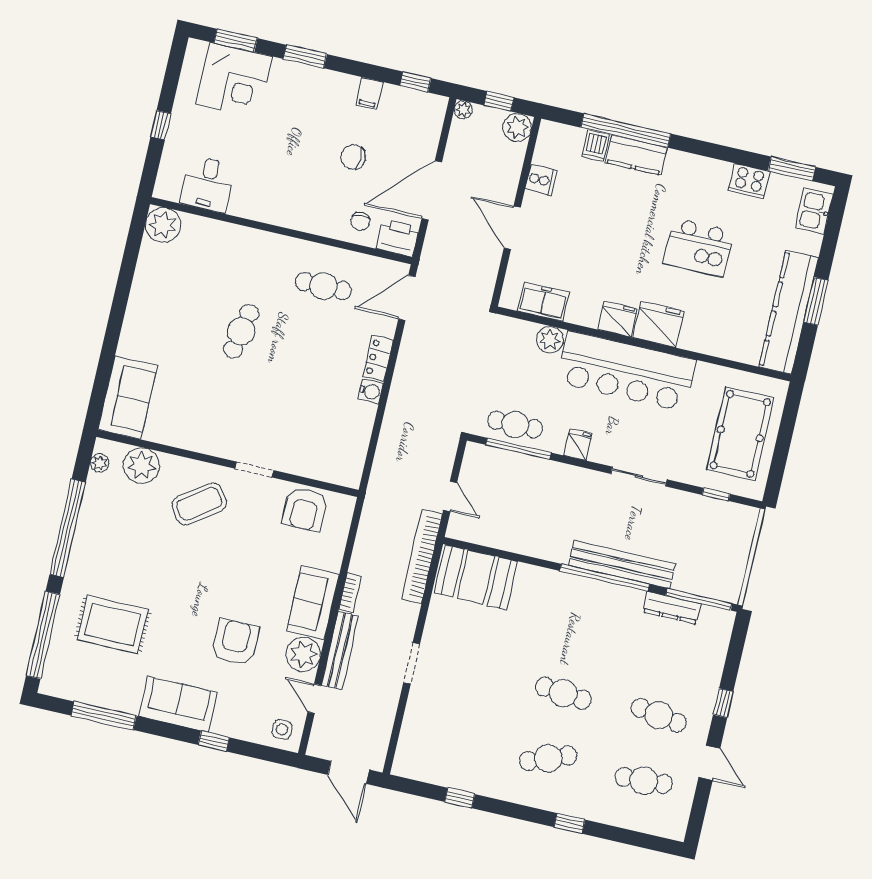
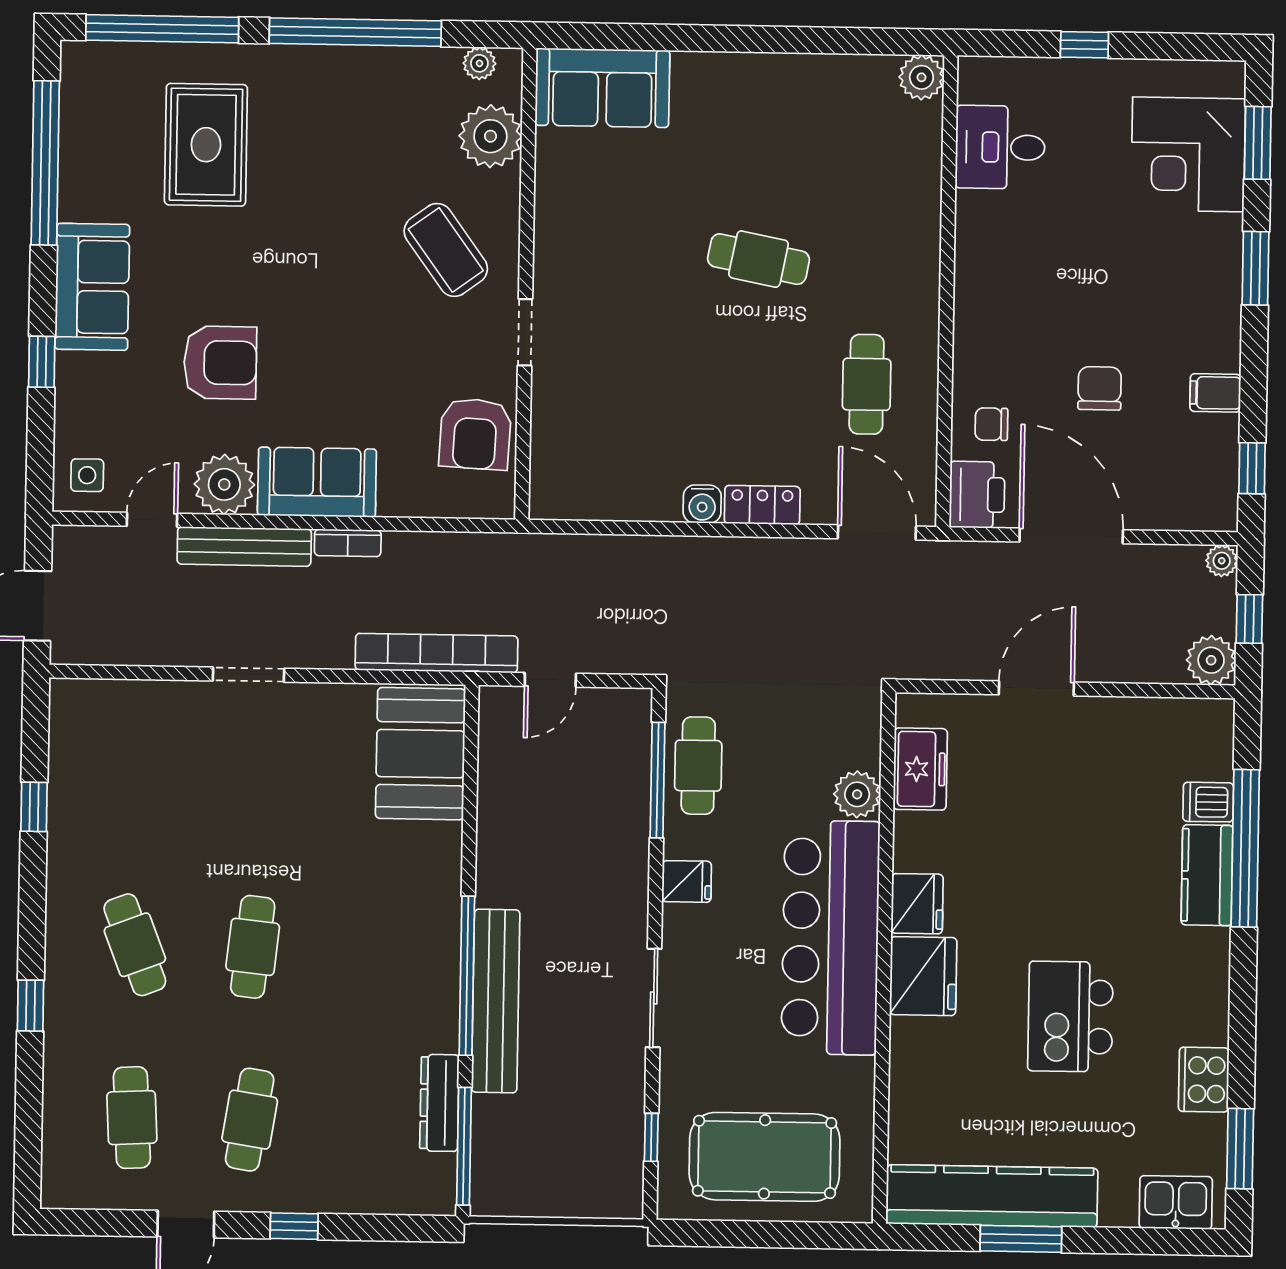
cooker: (541, 180) -> (1129, 720), removed
plant: (163, 225) -> (921, 77), width x0.73, depth x0.73
armchair: (305, 509) -> (475, 434), turned -87
window: (104, 716) -> (45, 163), width x1.46

